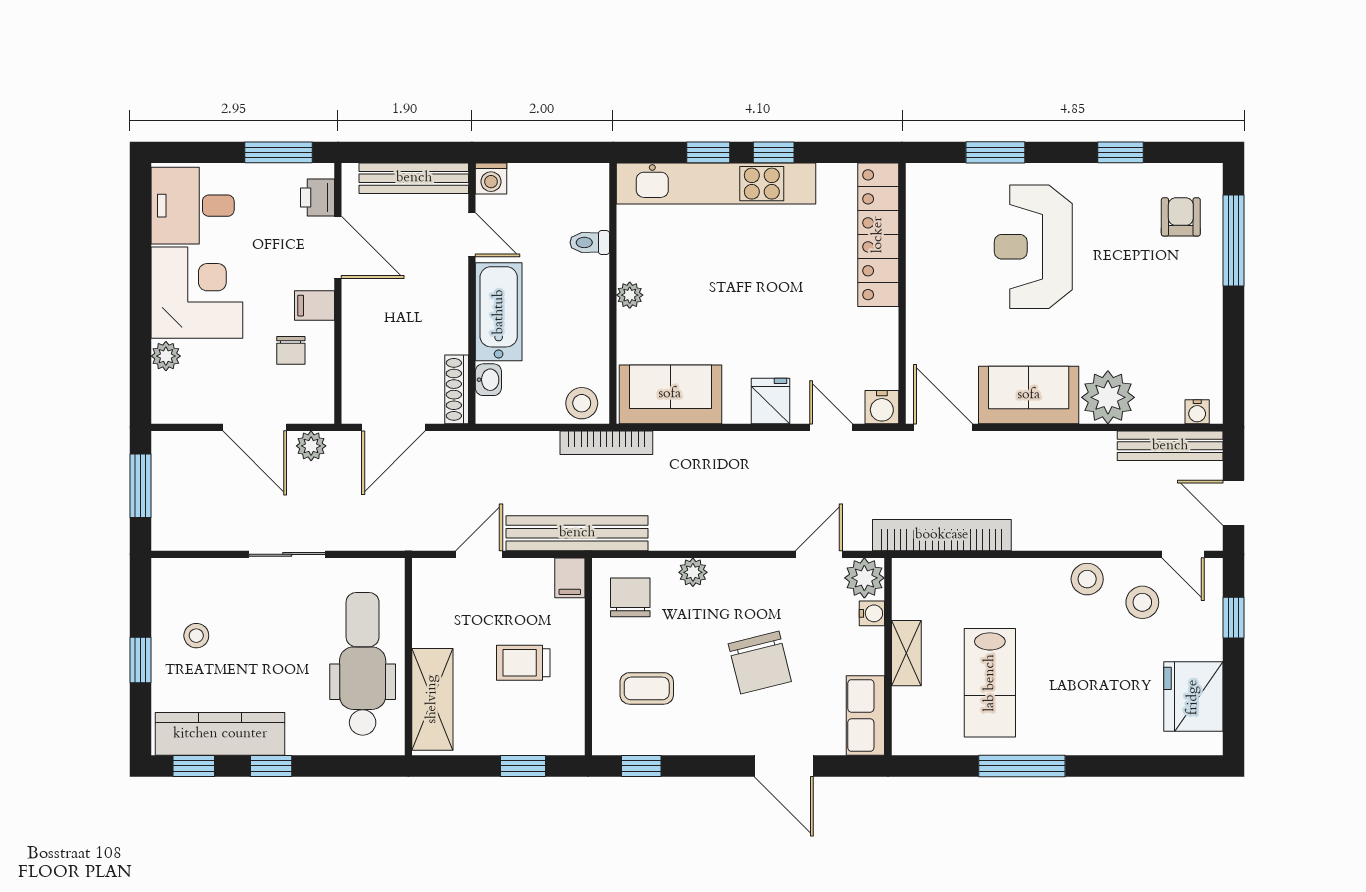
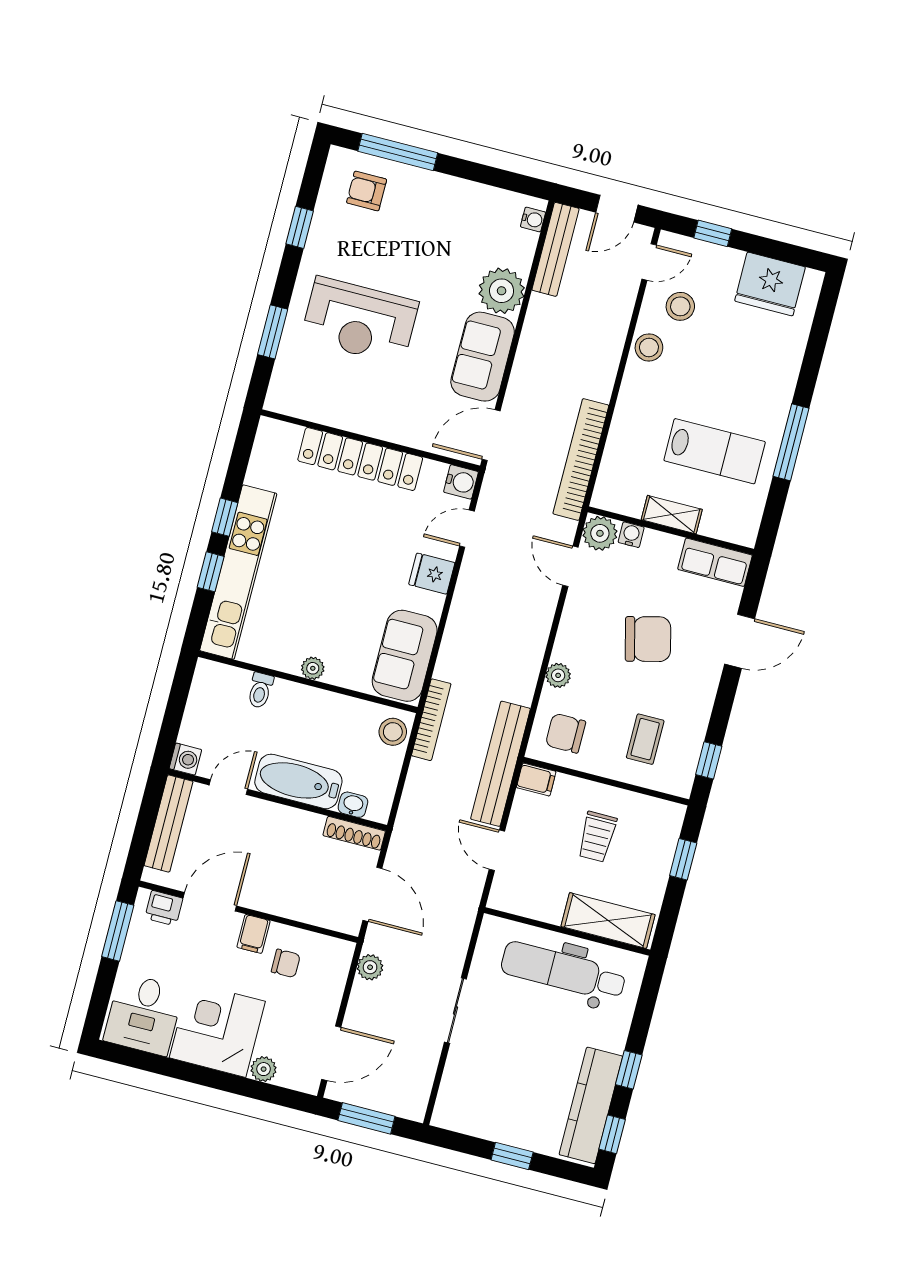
locker: (878, 235) -> (360, 459), moved
door: (255, 427) -> (331, 1053), moved
stool: (196, 636) -> (504, 1104), removed

